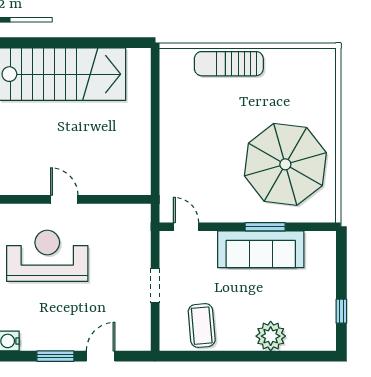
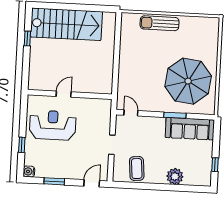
door: (64, 199) -> (64, 94), hinge flipped
sofa: (261, 249) -> (190, 129), moved
door: (101, 356) -> (92, 183), moved

